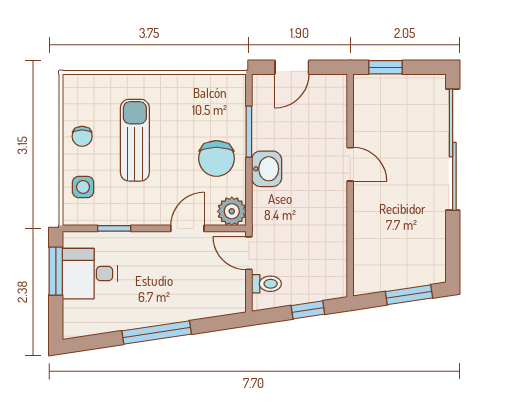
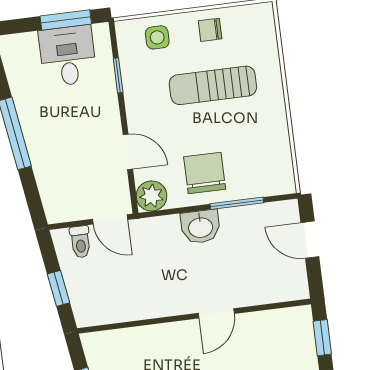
sun lounger: (135, 140) -> (213, 85), turned 180
chair: (216, 158) -> (205, 173), turned 90
door: (249, 253) -> (110, 219), swing flipped

